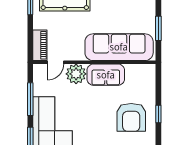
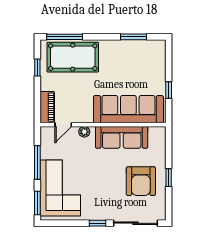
window: (158, 28) -> (169, 90), width x0.67
plant: (76, 74) -> (84, 132), width x0.53, depth x0.53
sofa: (106, 75) -> (122, 137), width x1.36

